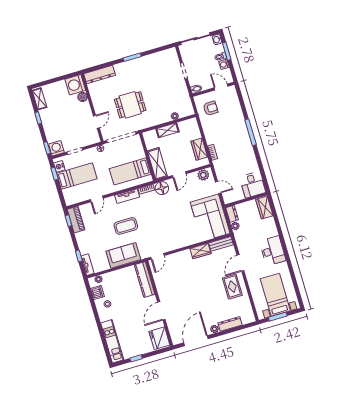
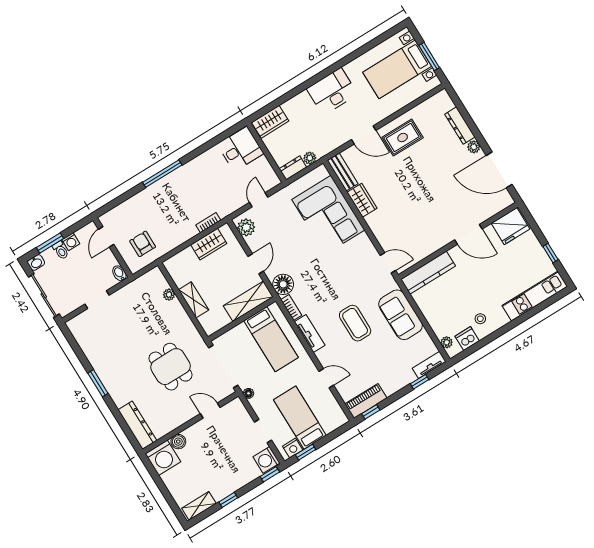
door: (179, 175) -> (256, 264), hinge flipped
corner sofa: (210, 218) -> (328, 215), moved, turned 90

